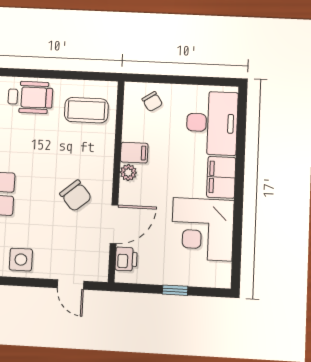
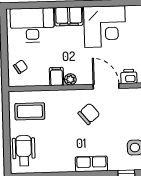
coffee table: (86, 110) -> (30, 111), turned 90

